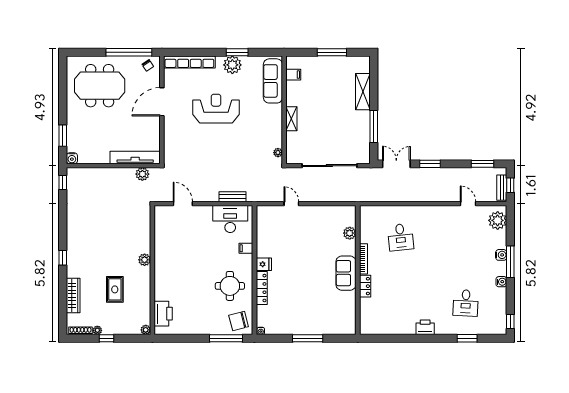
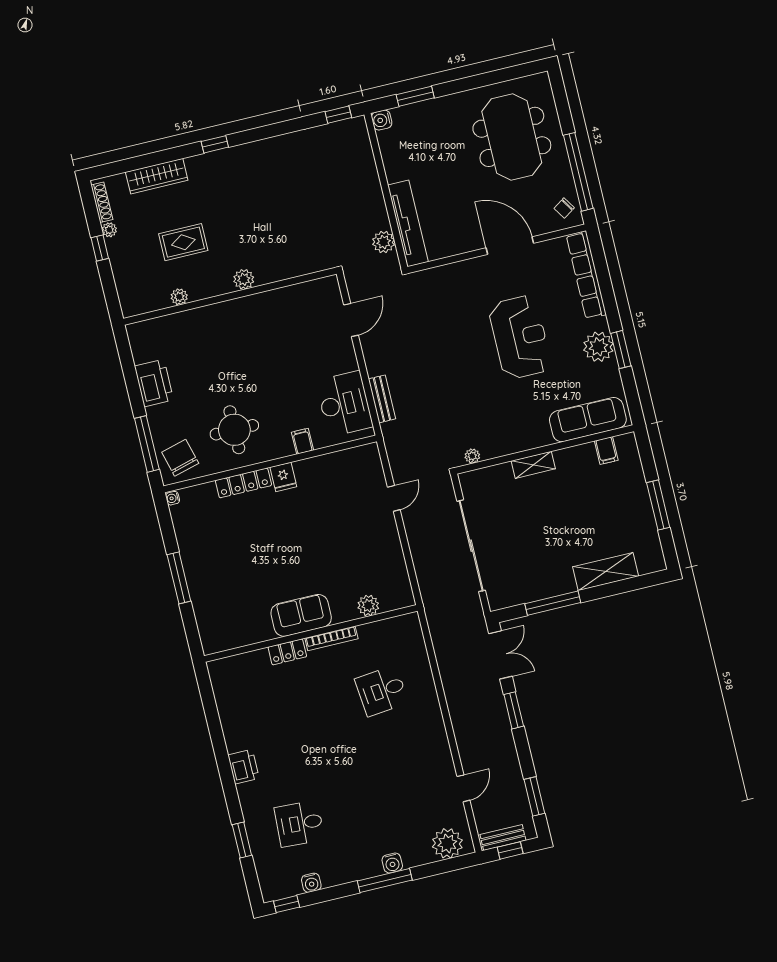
water cooler: (501, 282) -> (311, 883), moved
printer: (163, 314) -> (154, 383), moved, turned -90
plant: (146, 330) -> (179, 297), moved

